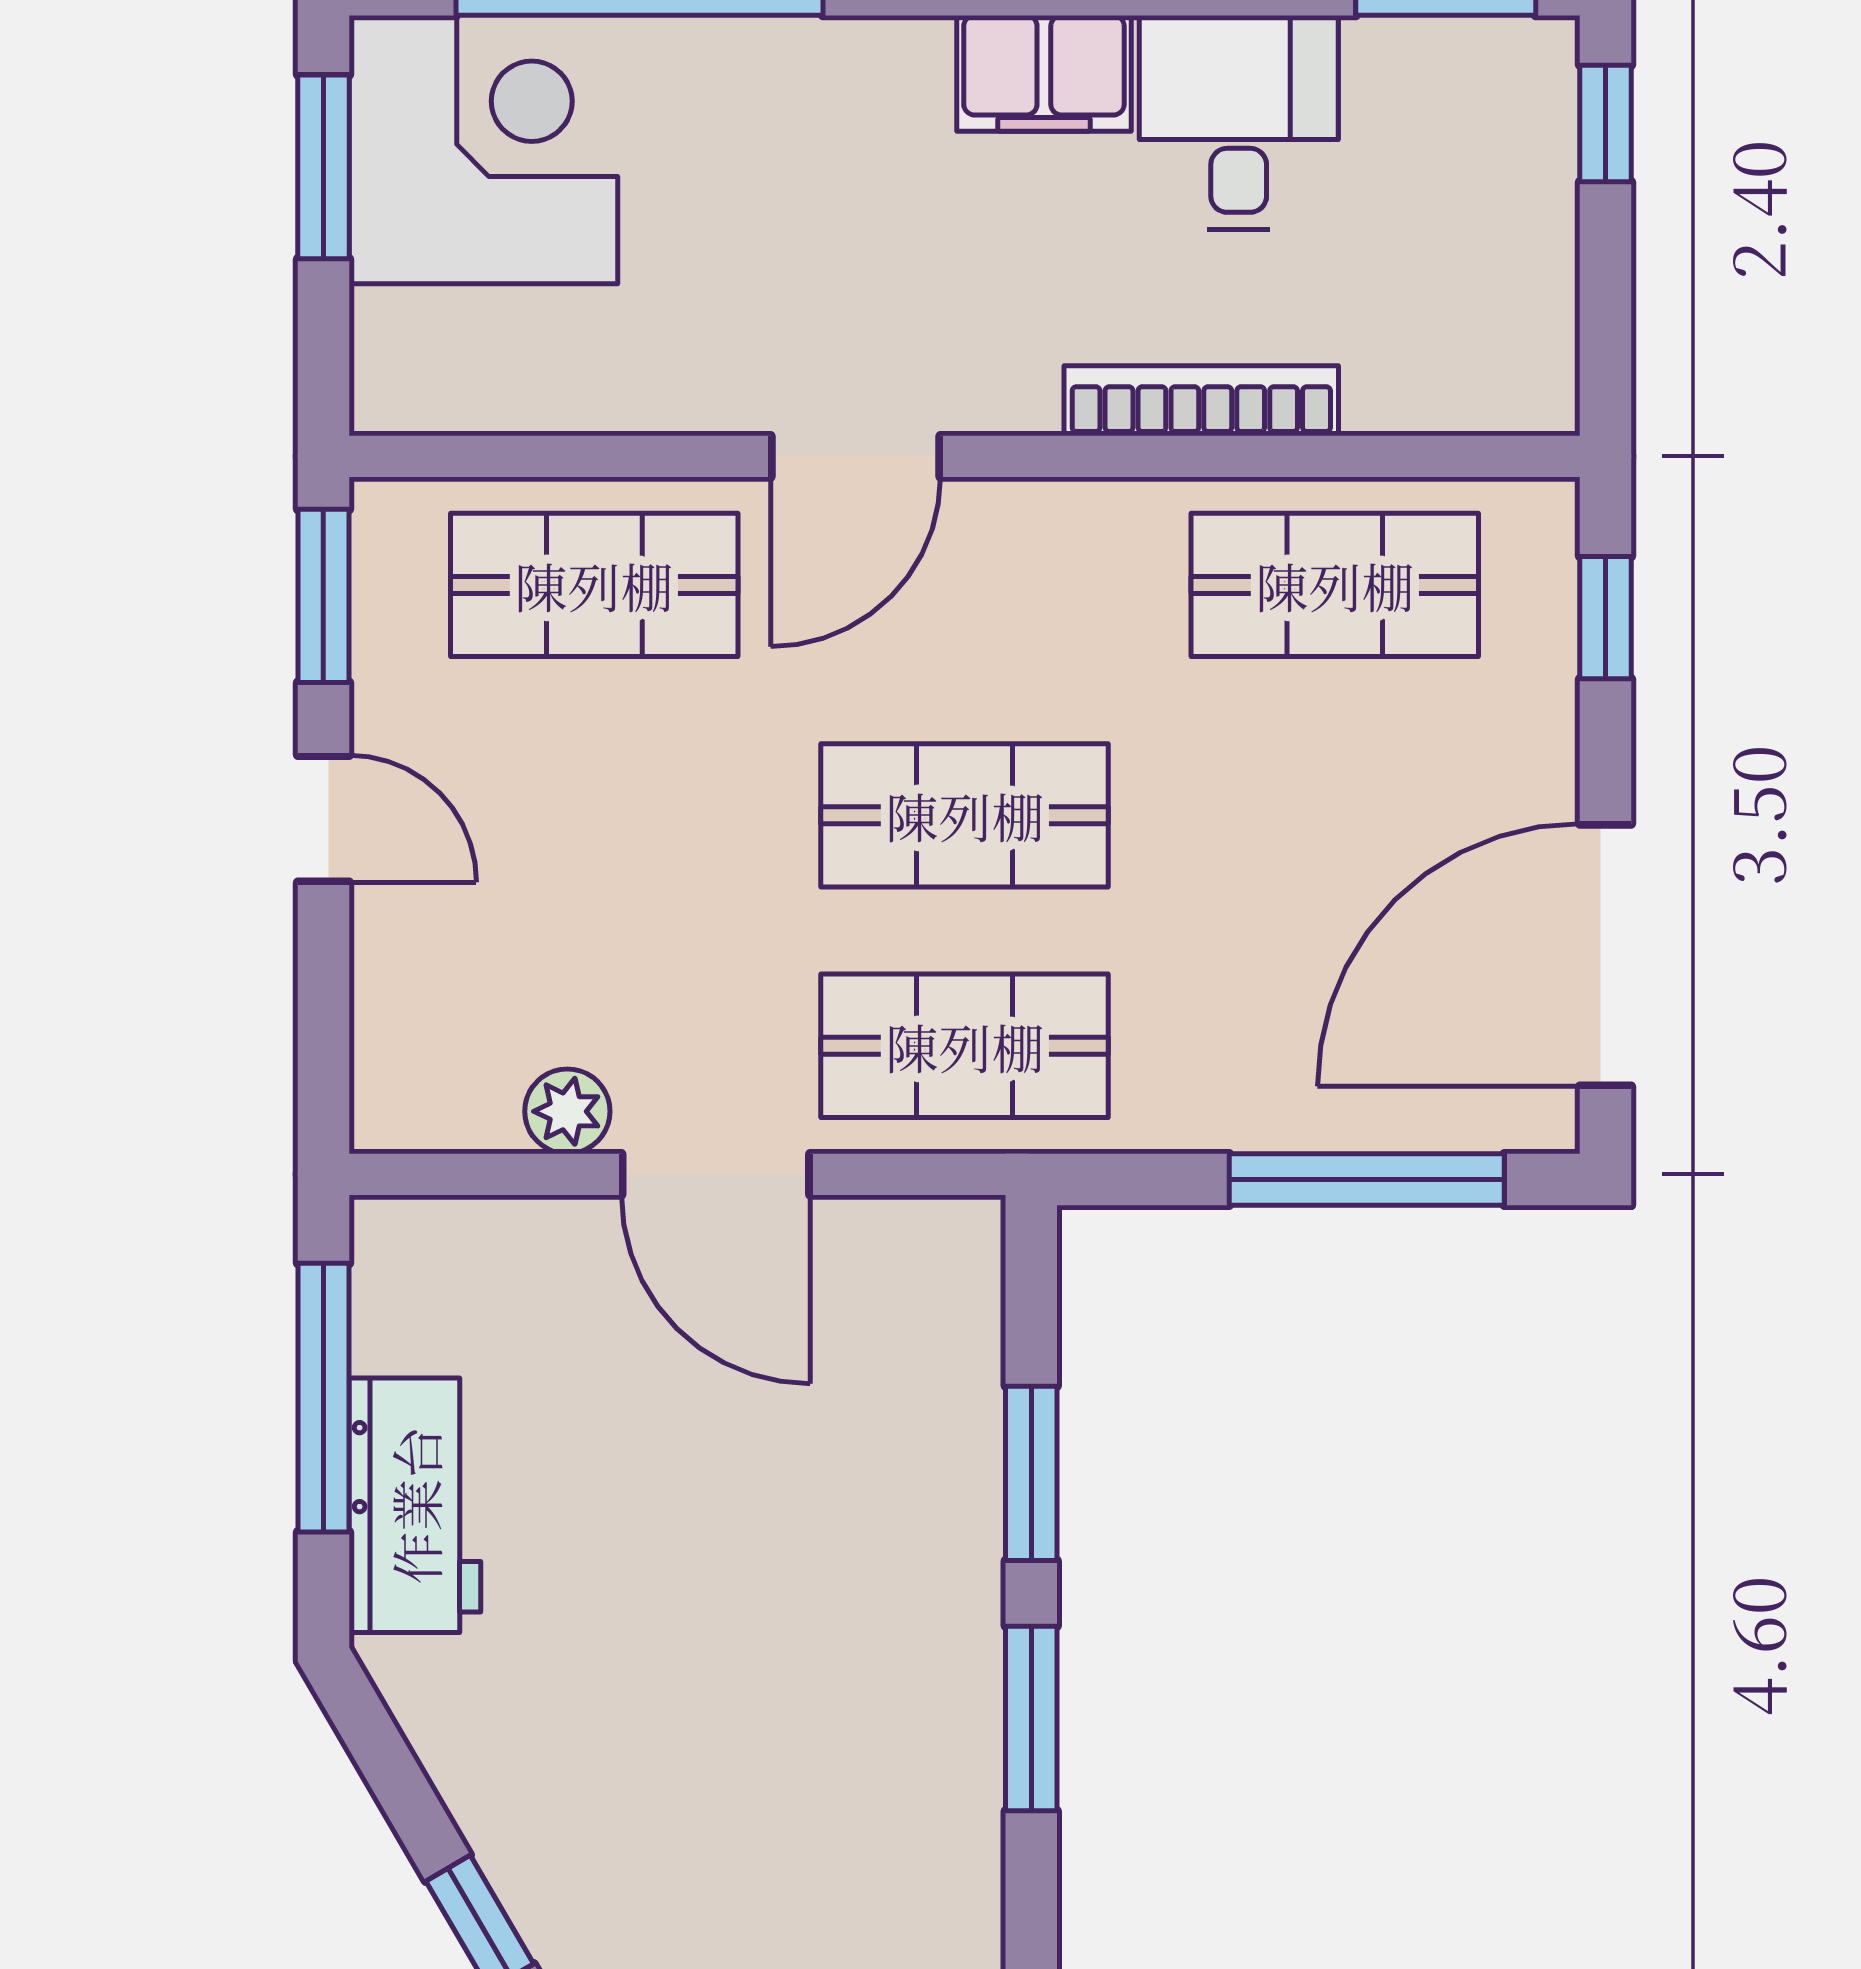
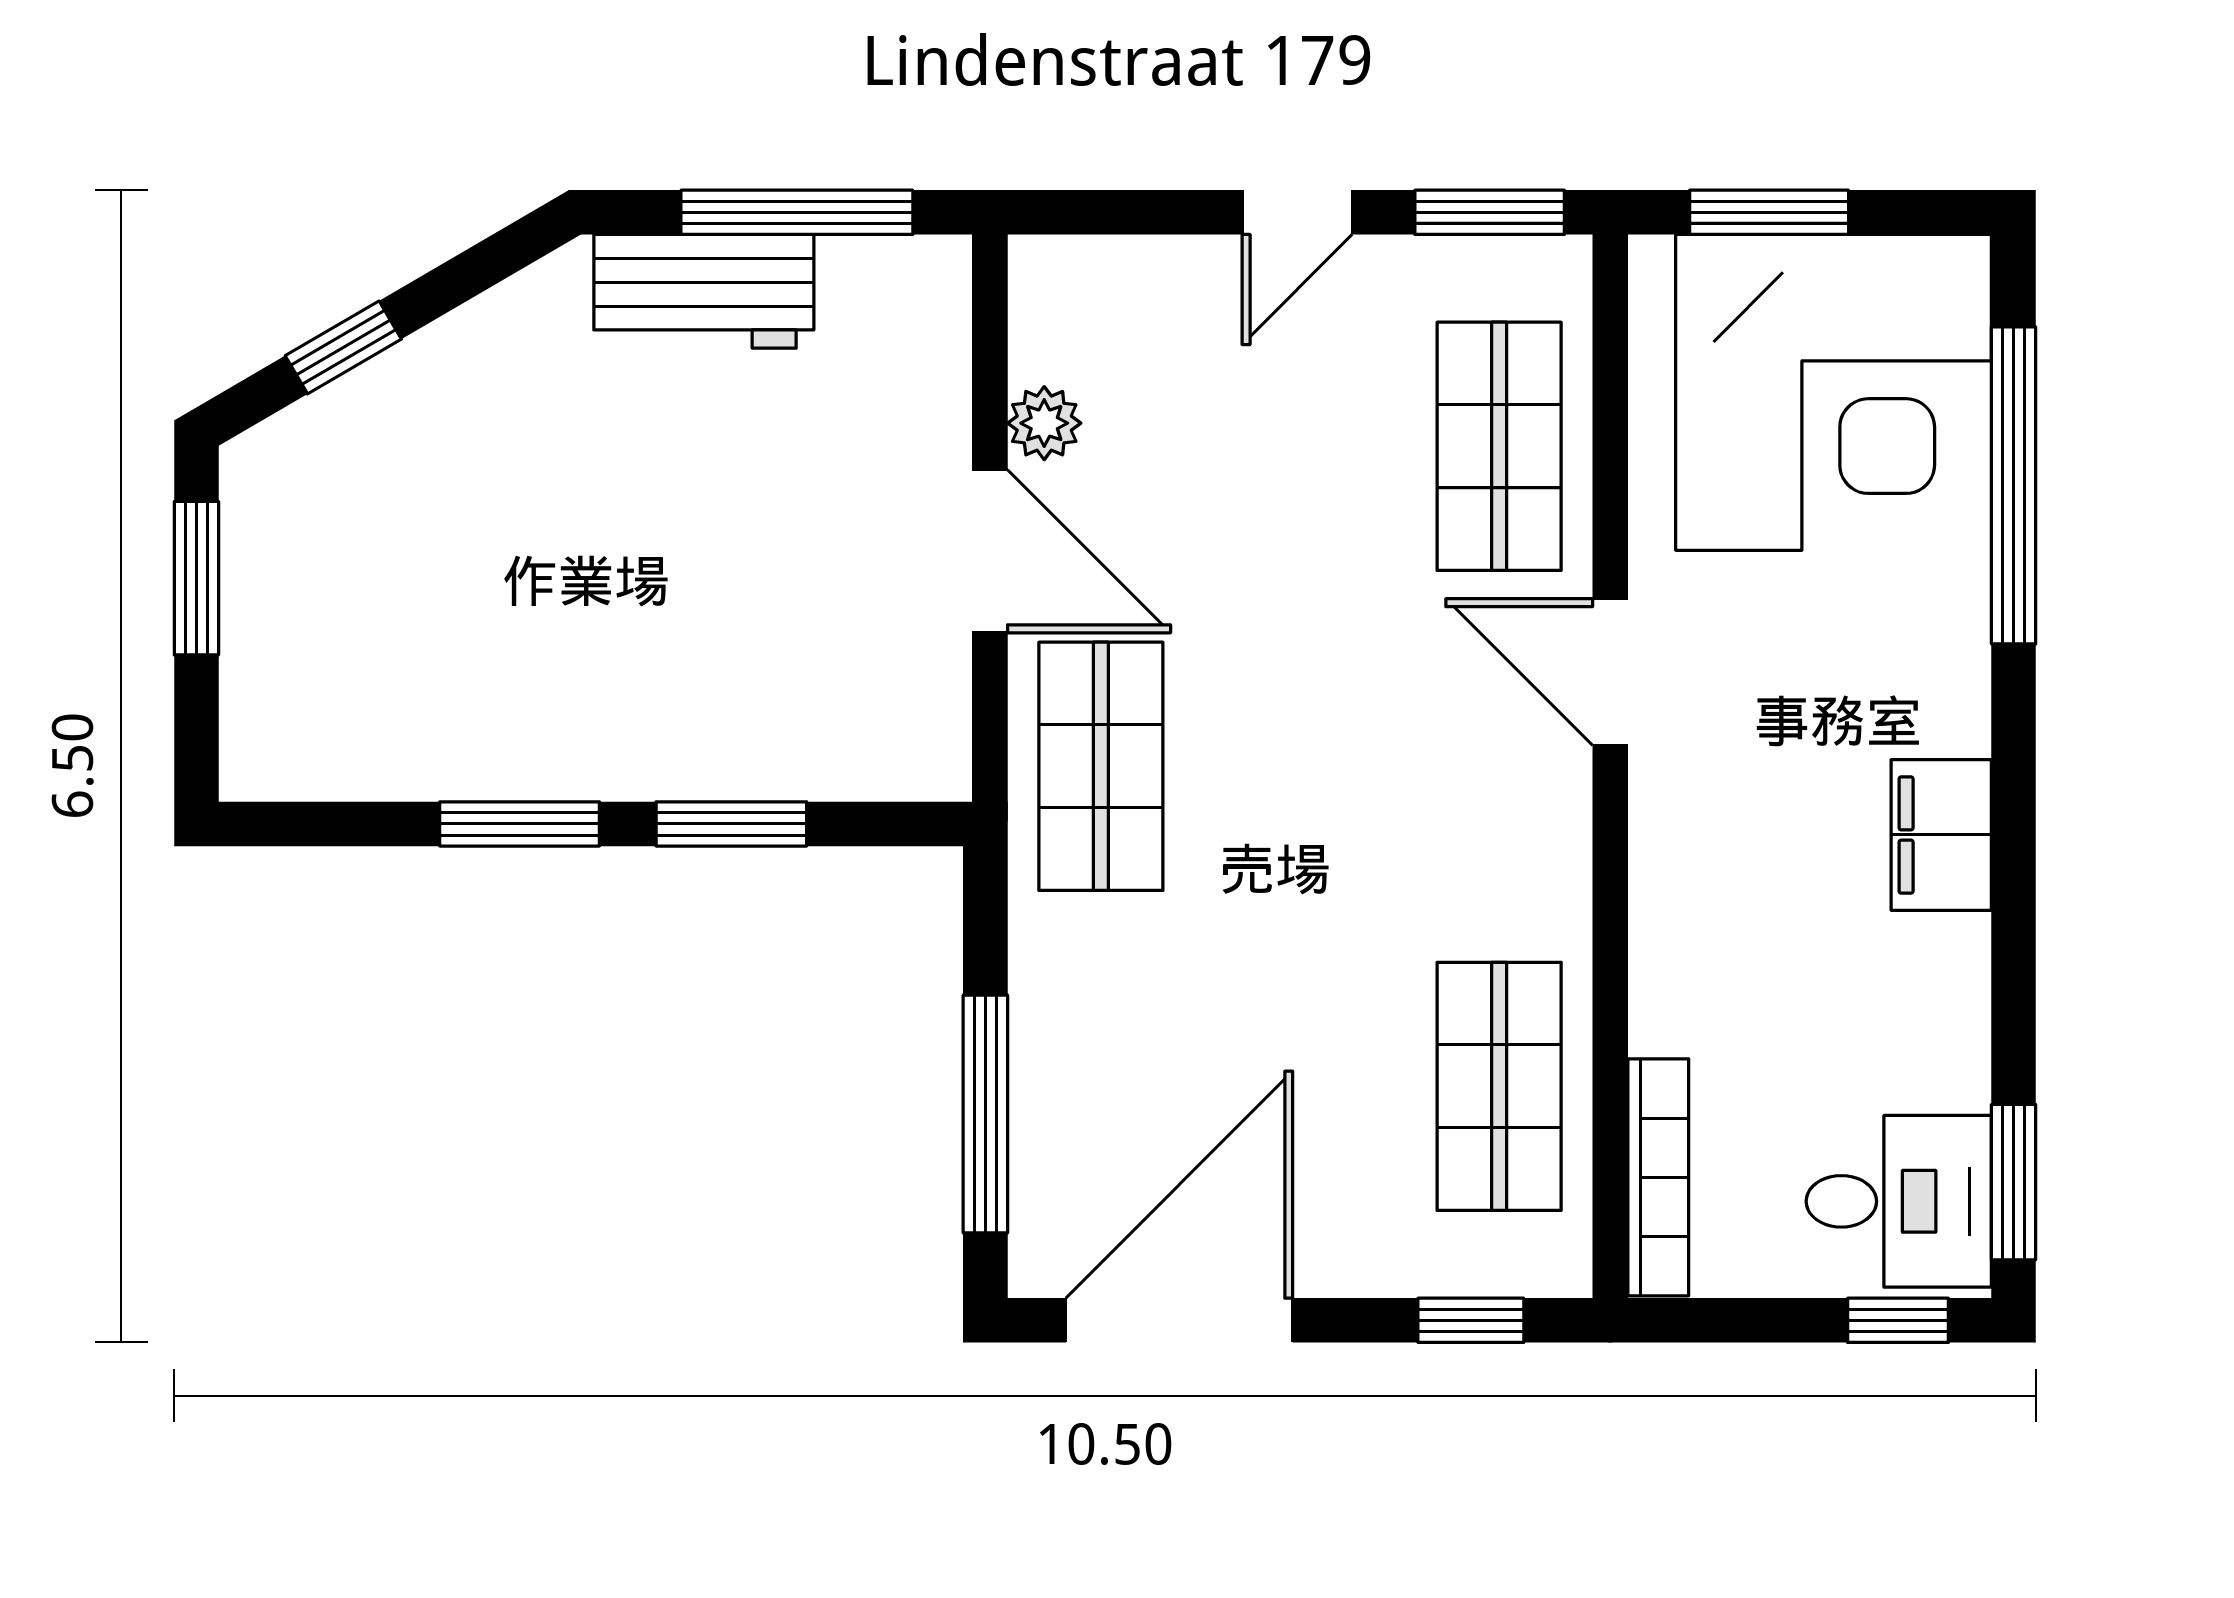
desk: (1239, 122) -> (1899, 1201), moved
corner desk: (483, 150) -> (1834, 392), width x1.36, depth x1.36
window: (323, 167) -> (1769, 212), moved
bookcase: (1201, 401) -> (1658, 1177), moved
shop shelf: (965, 815) -> (1300, 766), removed
door: (1606, 955) -> (1179, 1320), hinge flipped
door: (716, 1174) -> (990, 551), swing flipped

